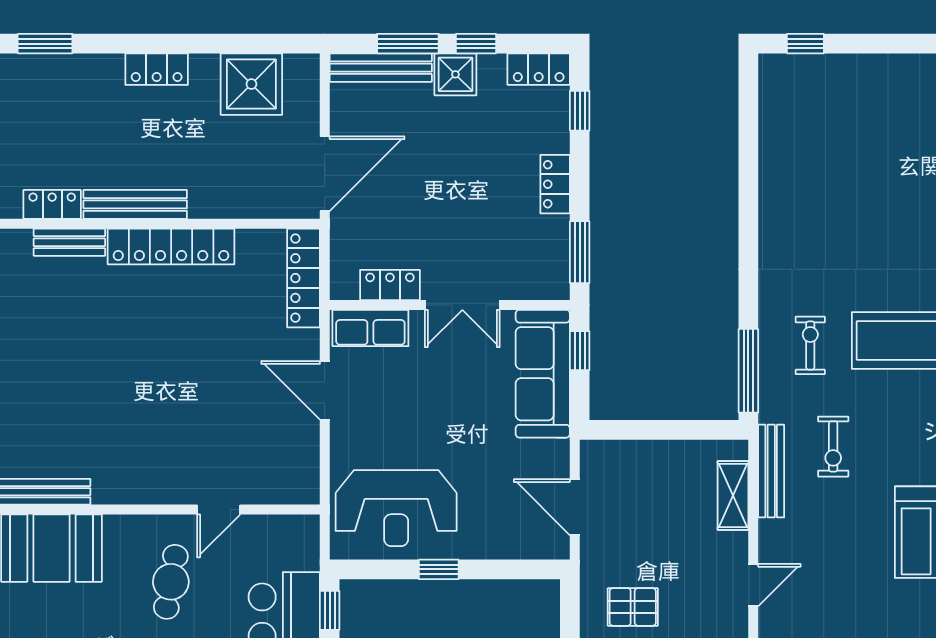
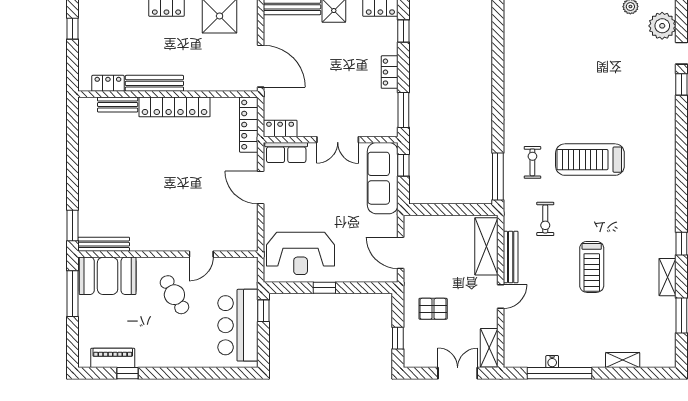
door: (325, 174) -> (261, 66), hinge flipped
locker: (390, 285) -> (280, 128), moved
bench: (771, 471) -> (511, 257), moved
shelving: (733, 496) -> (486, 246), width x1.50, depth x1.33
cafe table: (171, 582) -> (174, 295), turned -40

